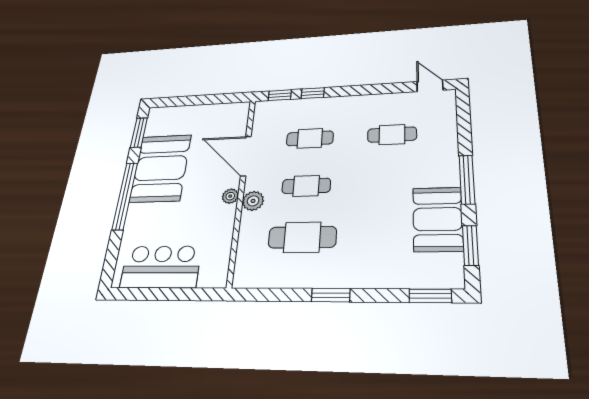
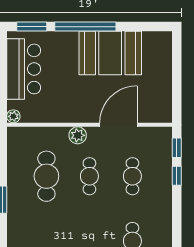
window: (139, 133) -> (32, 27), moved
plant: (230, 196) -> (13, 116), moved

